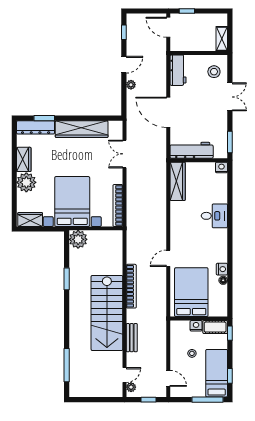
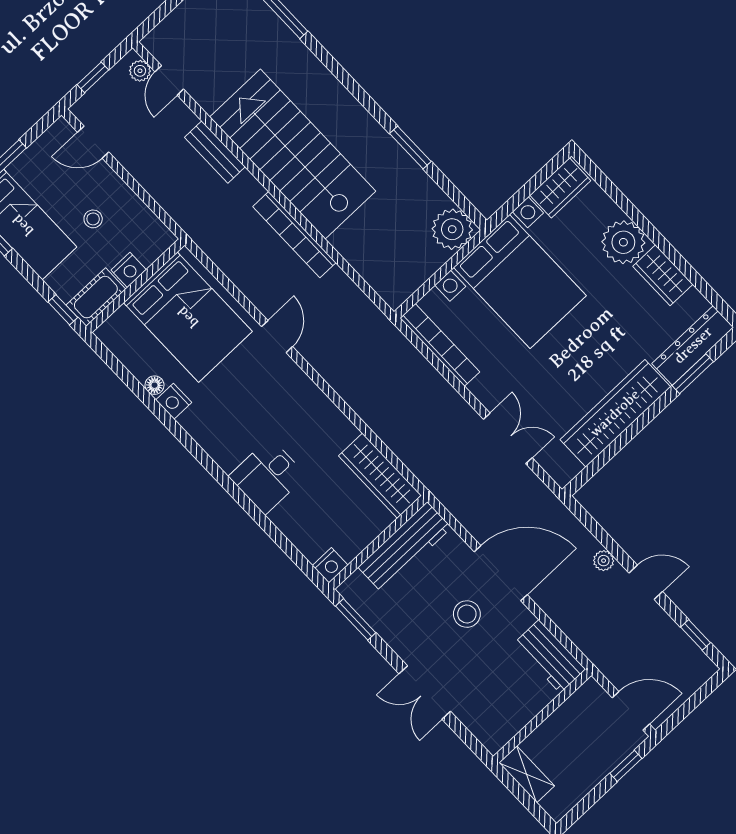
door: (124, 65) -> (646, 582), swing flipped
stool: (214, 72) -> (467, 614), moved

